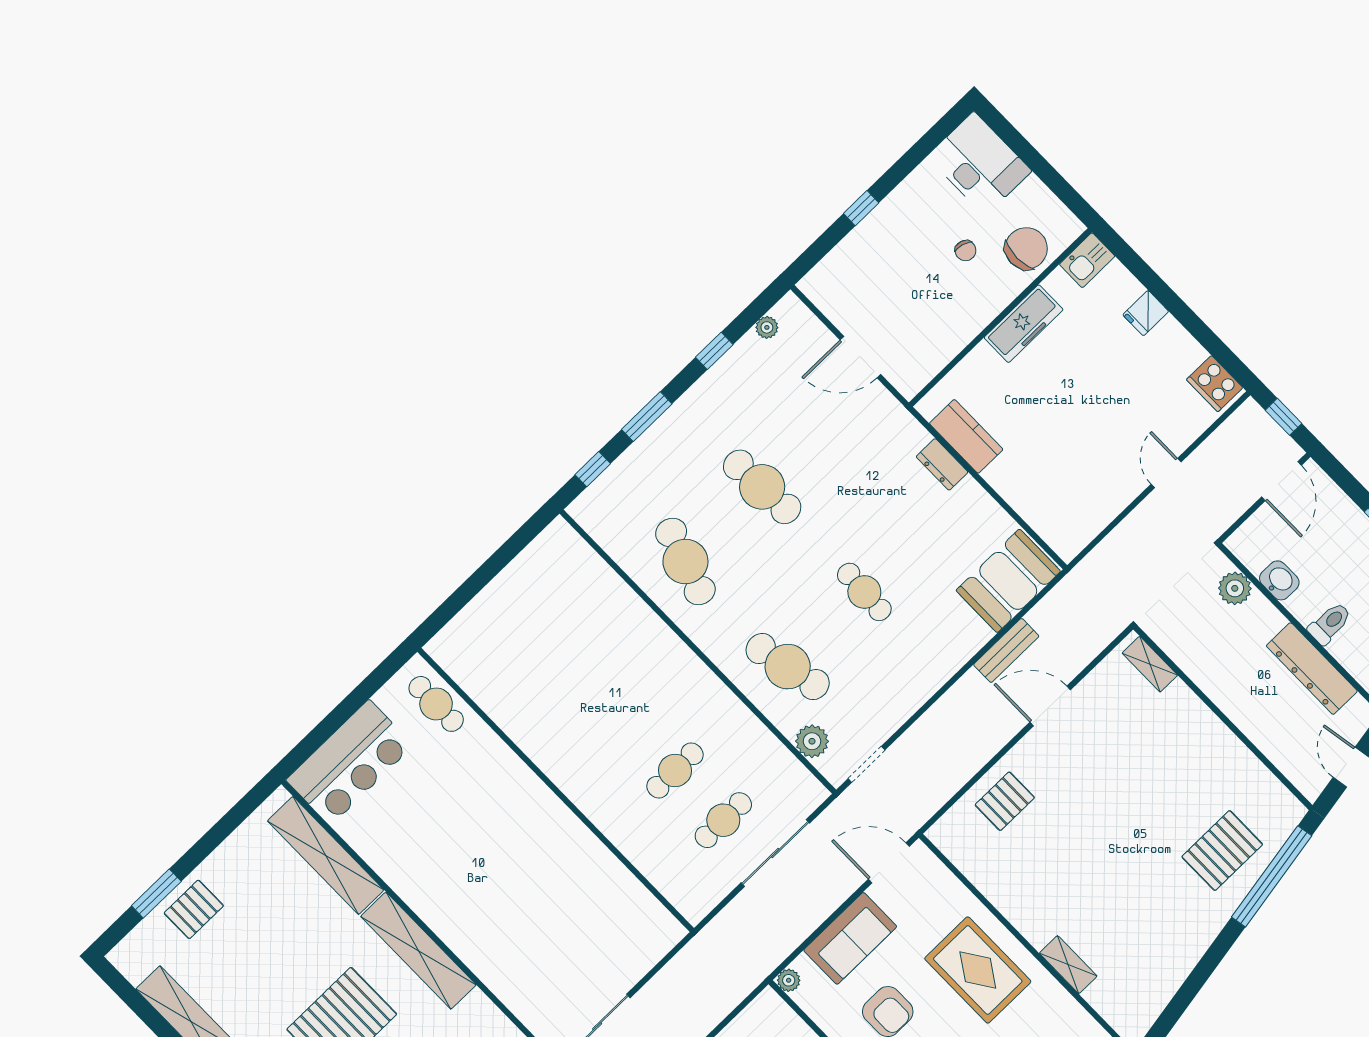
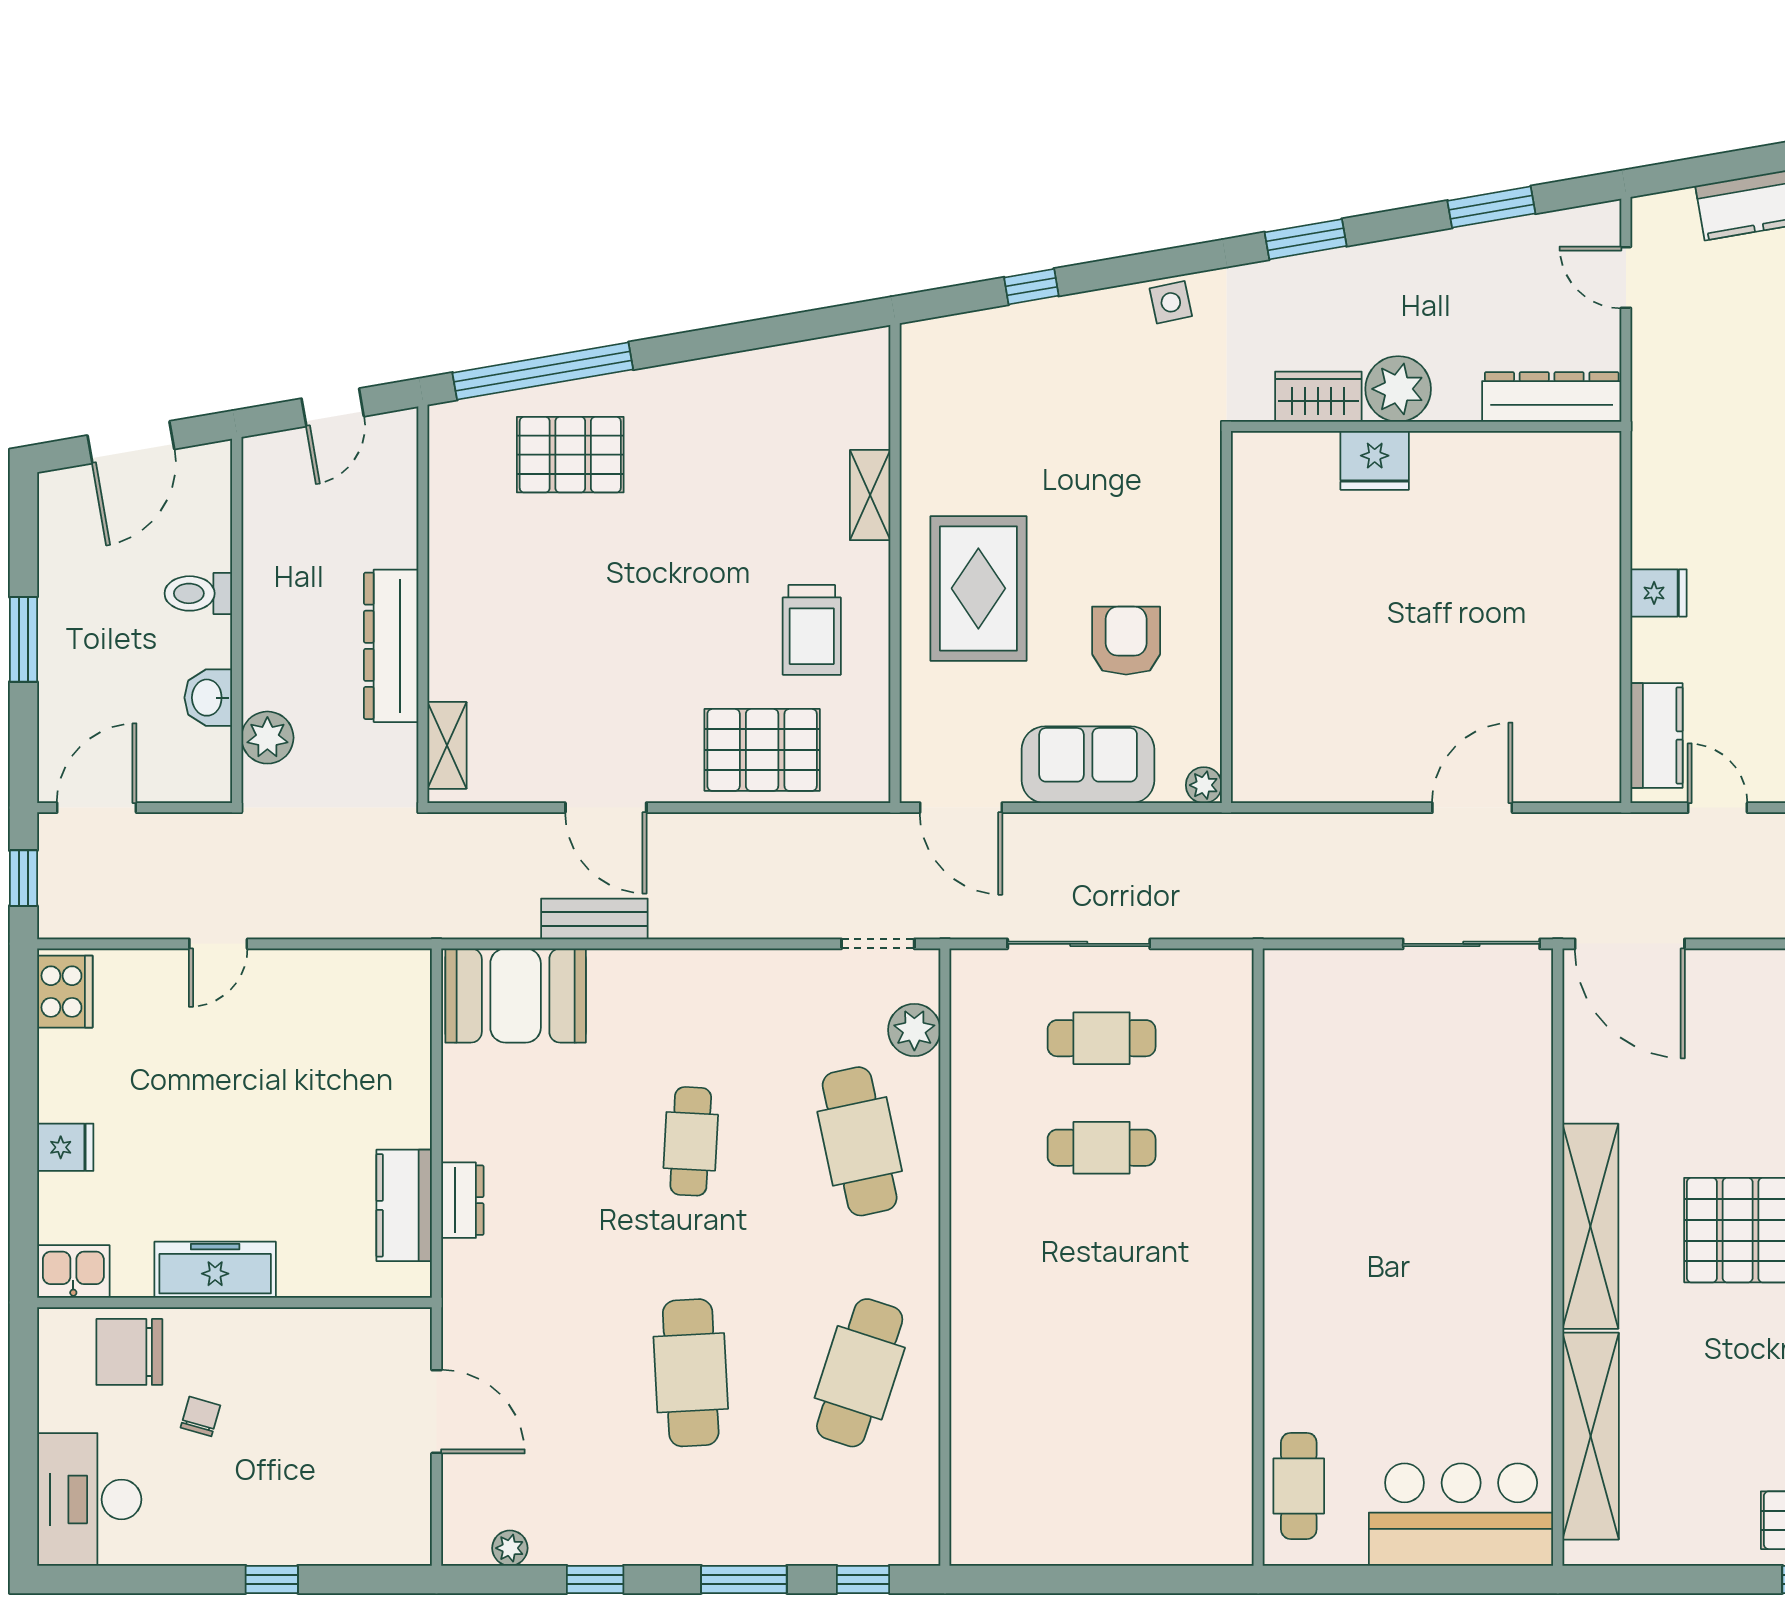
dresser: (1312, 669) -> (391, 646), moved, turned 180
pallet: (1005, 801) -> (762, 750), width x1.50, depth x1.42
trolley: (1035, 878) -> (812, 630), added

